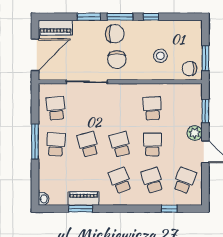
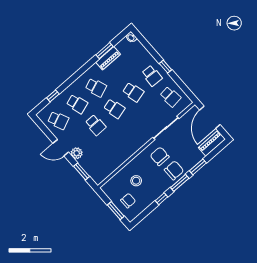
chair: (115, 34) -> (174, 170), turned 180
window: (205, 58) -> (116, 211), moved
chair: (189, 69) -> (128, 201), moved
school desk: (152, 108) -> (114, 146), removed
window: (35, 142) -> (165, 67), width x0.46
school desk: (185, 180) -> (58, 120), turned -45

